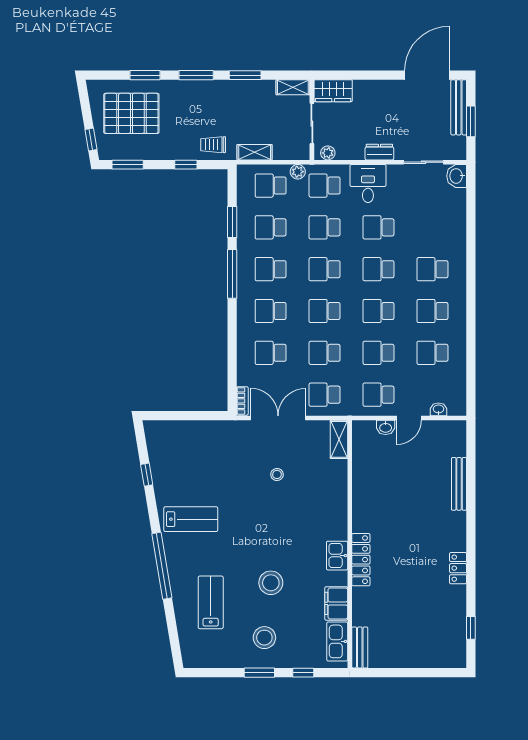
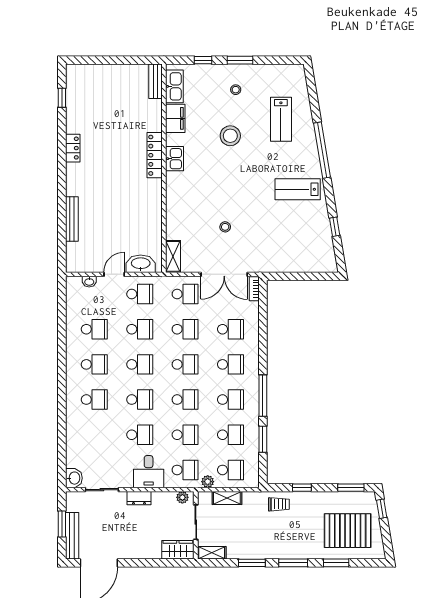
shelving: (255, 152) -> (227, 498), moved
washbasin: (386, 427) -> (141, 264), width x1.91, depth x1.45
stool: (264, 638) -> (236, 90), width x0.53, depth x0.53

